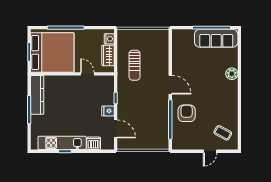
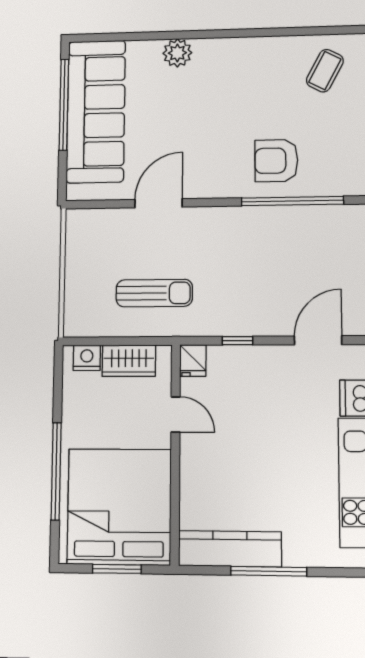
sofa: (216, 38) -> (96, 111), width x1.36, depth x1.27
door: (87, 74) -> (176, 414), swing flipped
door: (170, 85) -> (158, 203), moved
fridge: (108, 111) -> (193, 361), moved

